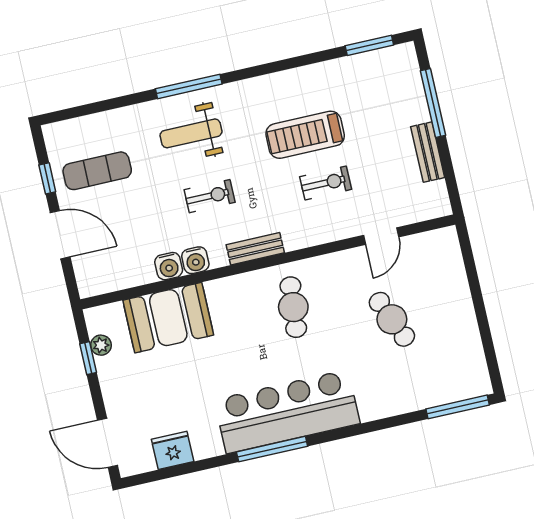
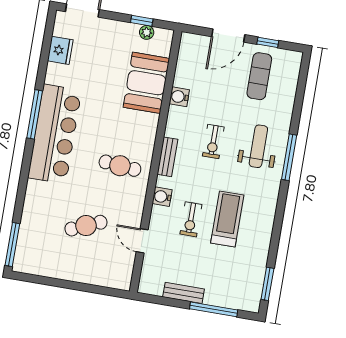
water cooler: (195, 260) -> (162, 197), moved

